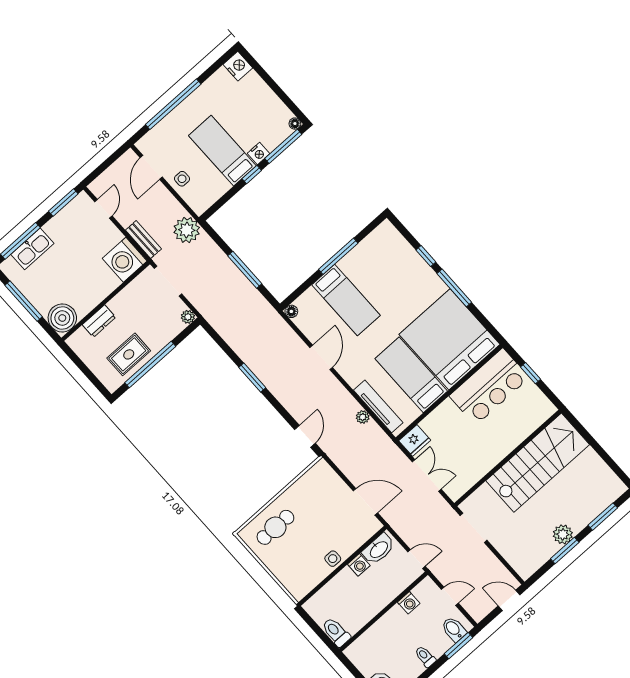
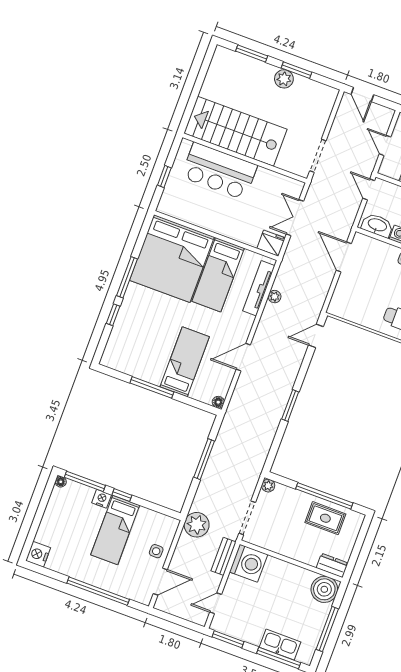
dresser: (99, 321) -> (332, 565), moved
bar counter: (489, 387) -> (219, 171), moved, turned 180

